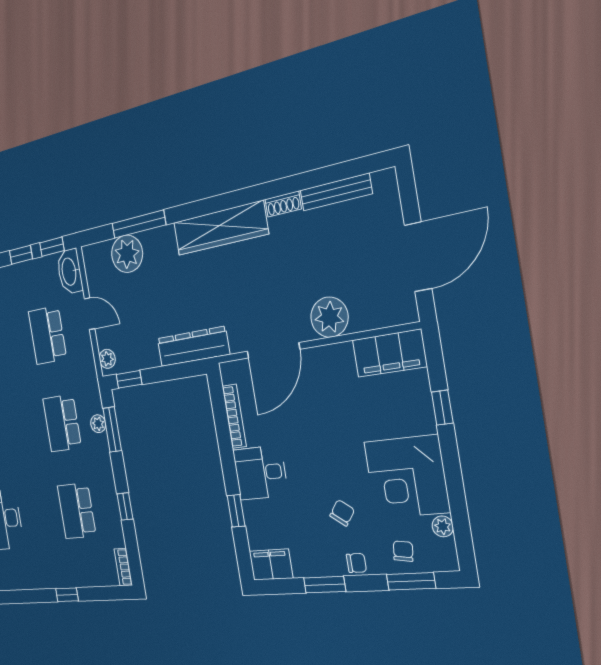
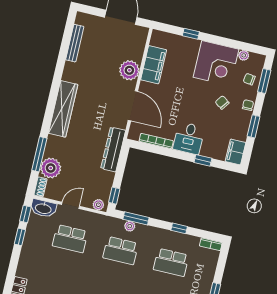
shoe rack: (283, 204) -> (40, 187), moved
filing cabinet: (389, 353) -> (154, 65), moved

